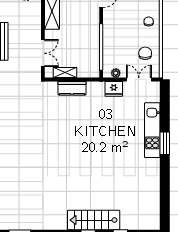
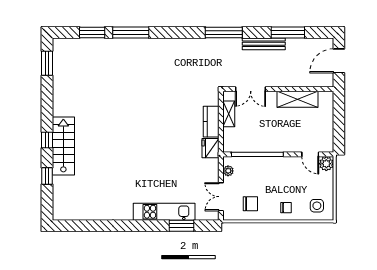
double door: (139, 79) -> (221, 197), swing flipped
fridge: (114, 89) -> (211, 148), moved
window: (165, 143) -> (182, 226), moved

